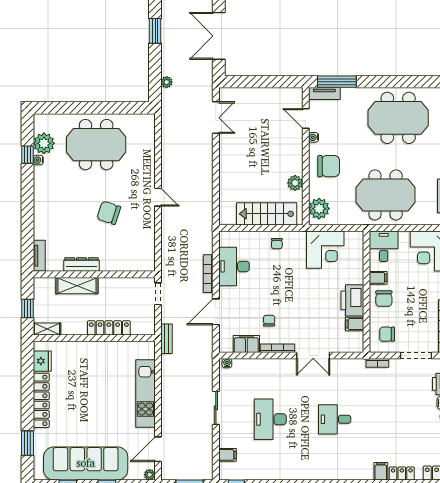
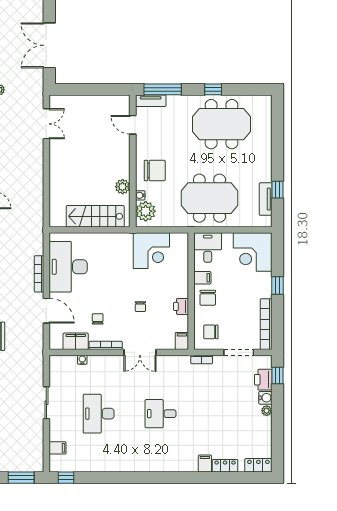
window: (389, 82) -> (213, 89), added
water cooler: (314, 137) -> (140, 195), moved
chair: (277, 244) -> (140, 307), moved
desk: (234, 266) -> (68, 267), width x1.36, depth x1.30
printer: (352, 300) -> (181, 306), width x0.53, depth x0.68
door: (216, 312) -> (46, 311), swing flipped
filing cabinet: (355, 324) -> (182, 341), moved, turned 90
water cooler: (227, 363) -> (82, 360), moved

